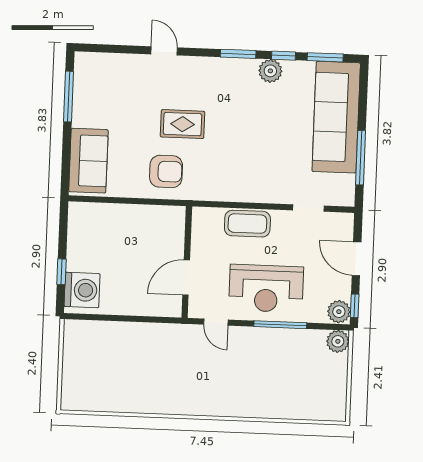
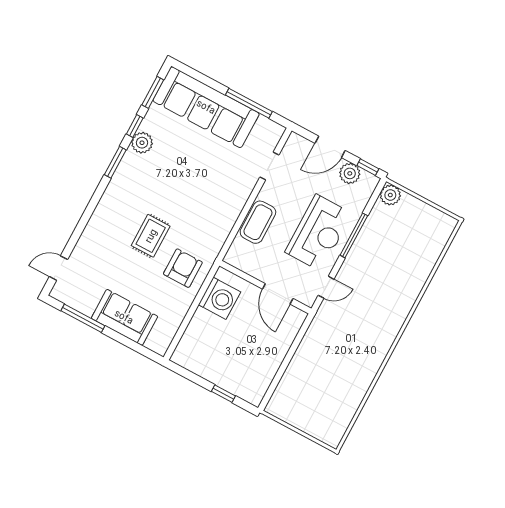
door: (164, 51) -> (59, 268), moved
sofa: (88, 161) -> (124, 317), moved
washing machine: (82, 290) -> (219, 298), moved, turned 90
plant: (339, 312) -> (350, 173), moved

